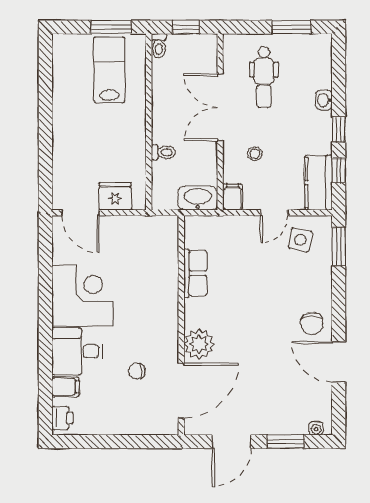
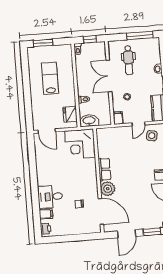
window: (111, 27) -> (43, 43), moved
window: (291, 27) -> (140, 35), width x1.44
lab bench: (109, 70) -> (50, 78), moved
fridge: (115, 196) -> (70, 114), moved, turned -90
washbasin: (198, 198) -> (89, 121), moved
row of seats: (195, 273) -> (104, 169), moved
corner desk: (82, 295) -> (80, 144), moved, turned 180
door: (181, 391) -> (101, 211), hinge flipped

